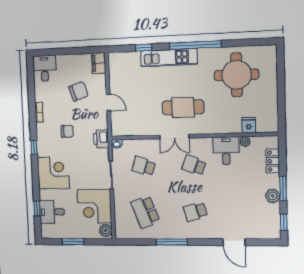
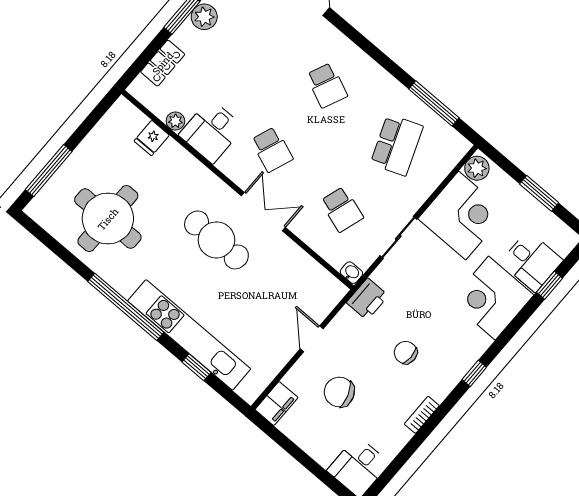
kitchen unit: (169, 58) -> (189, 335), width x1.36
window: (281, 72) -> (49, 171), added
corner desk: (53, 173) -> (492, 298), moved
school desk: (195, 212) -> (327, 85), turned 39
window: (172, 242) -> (434, 103), moved

